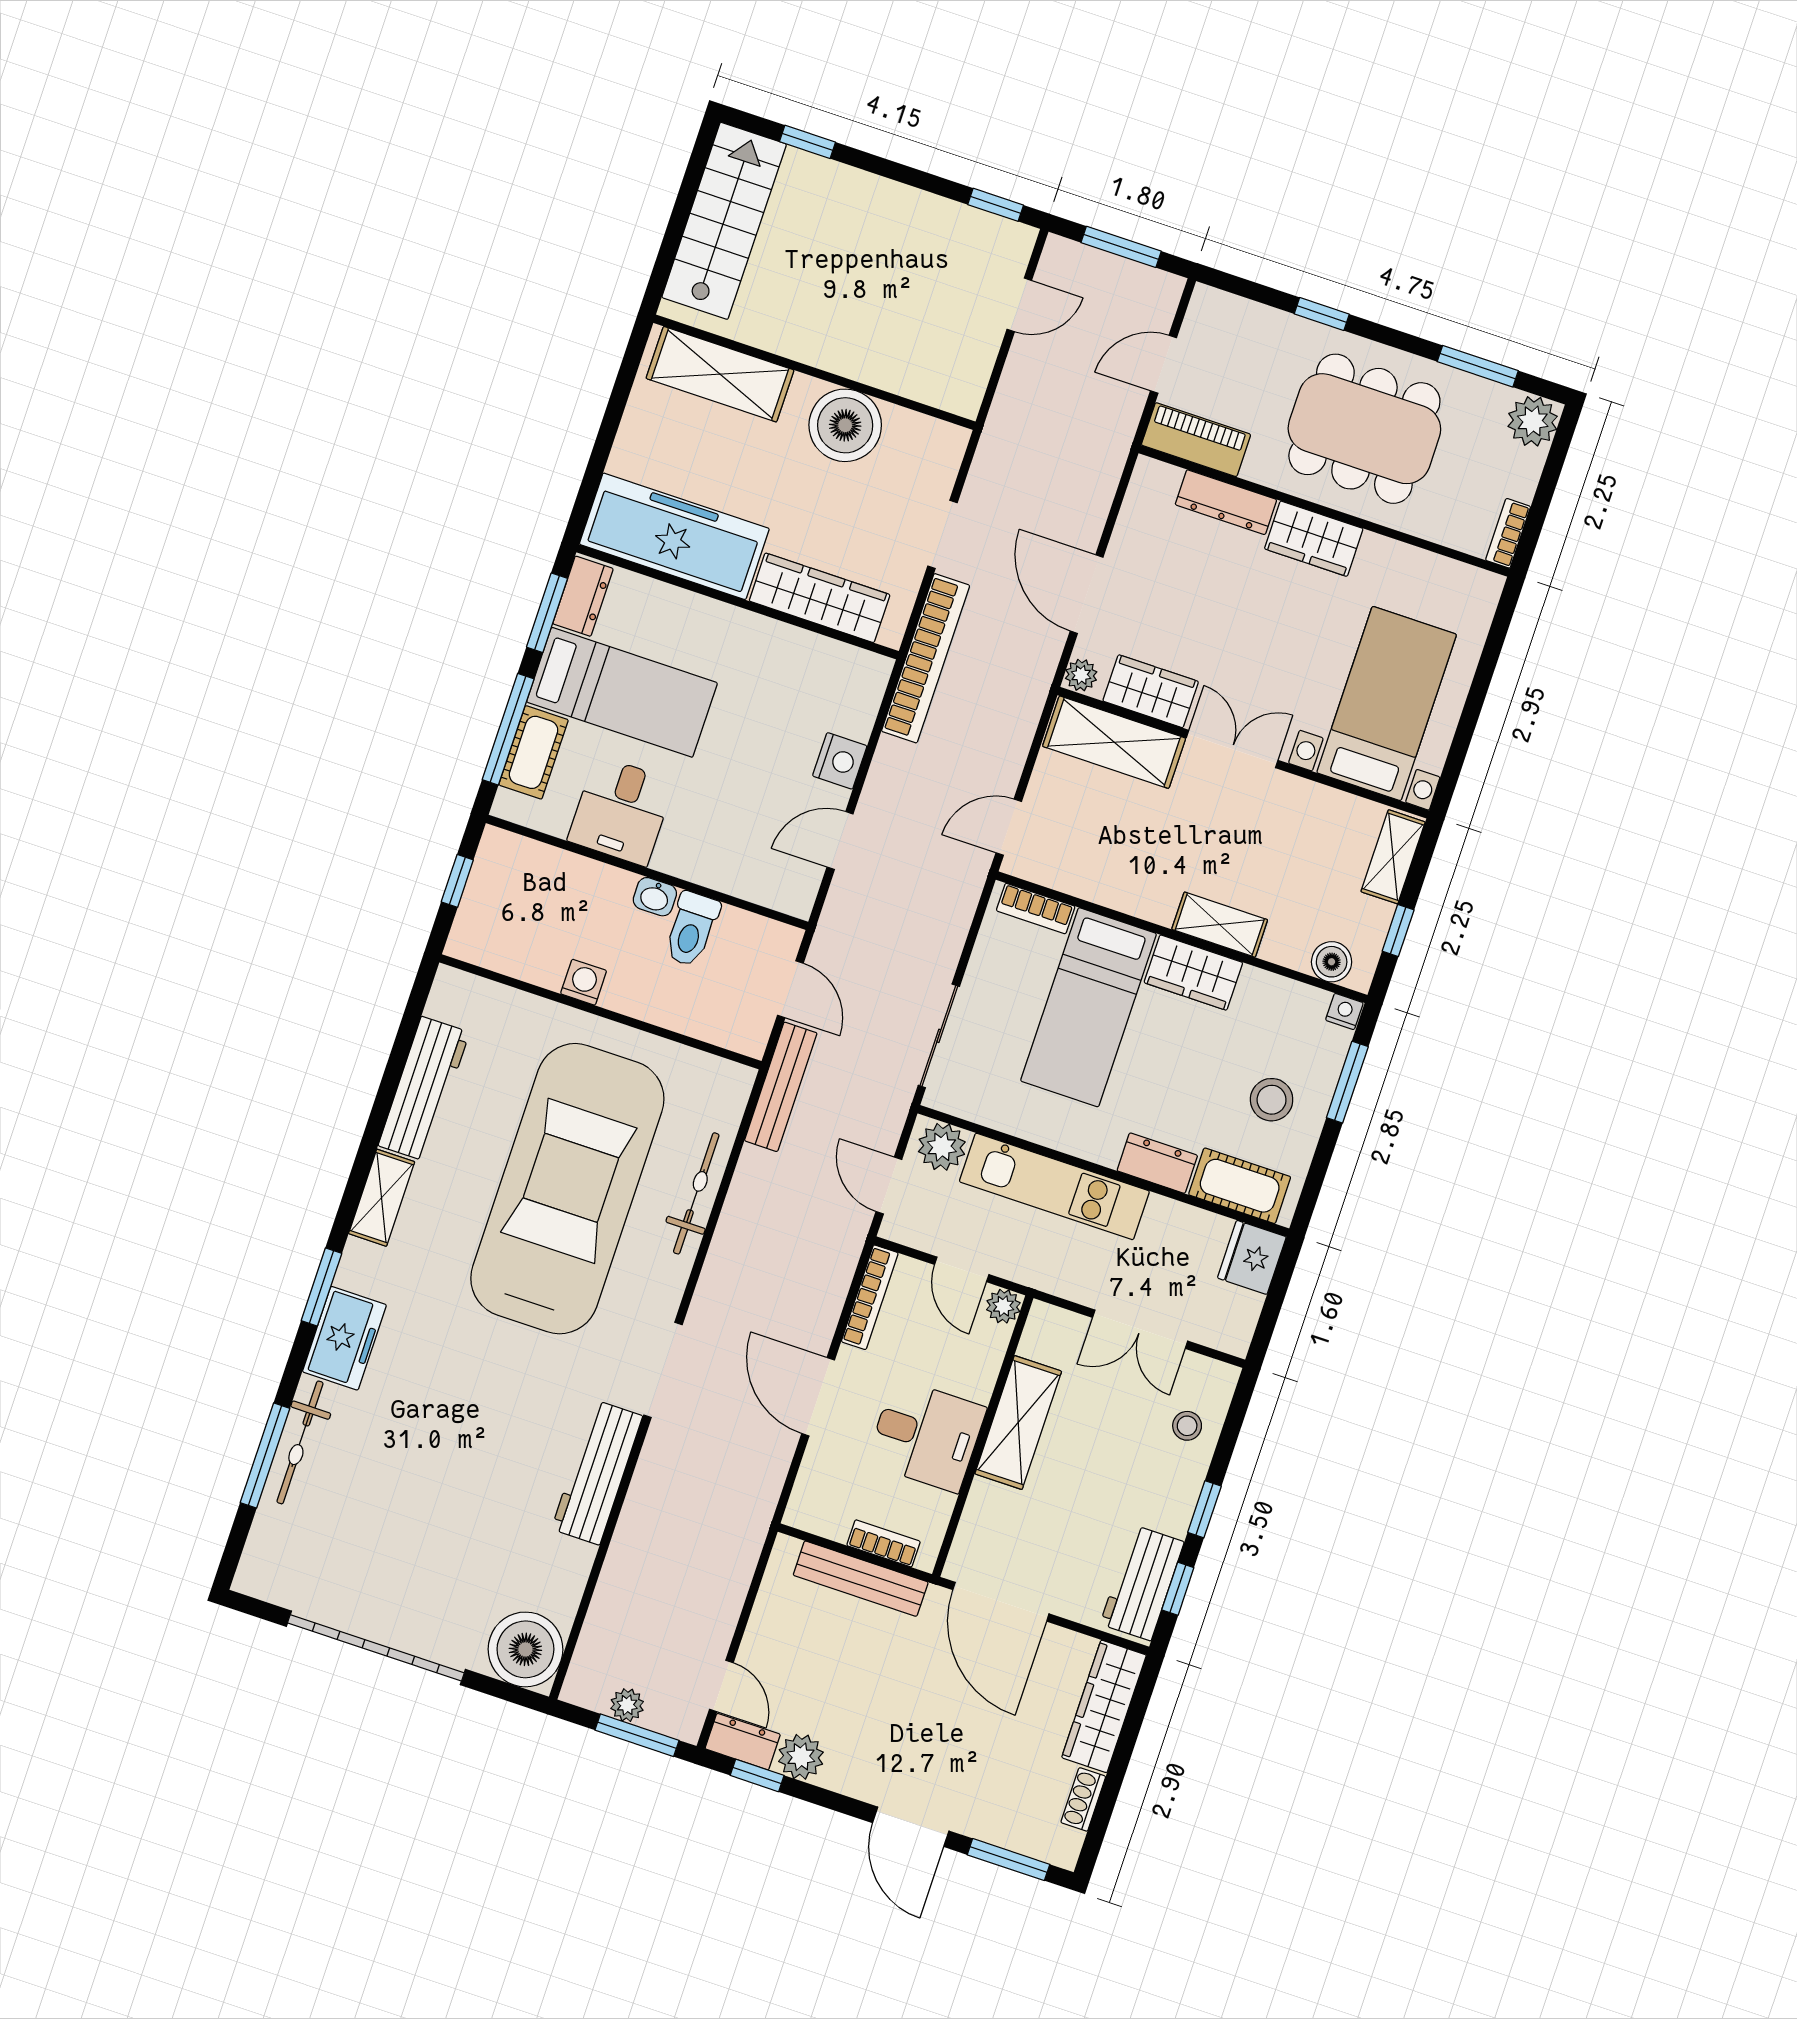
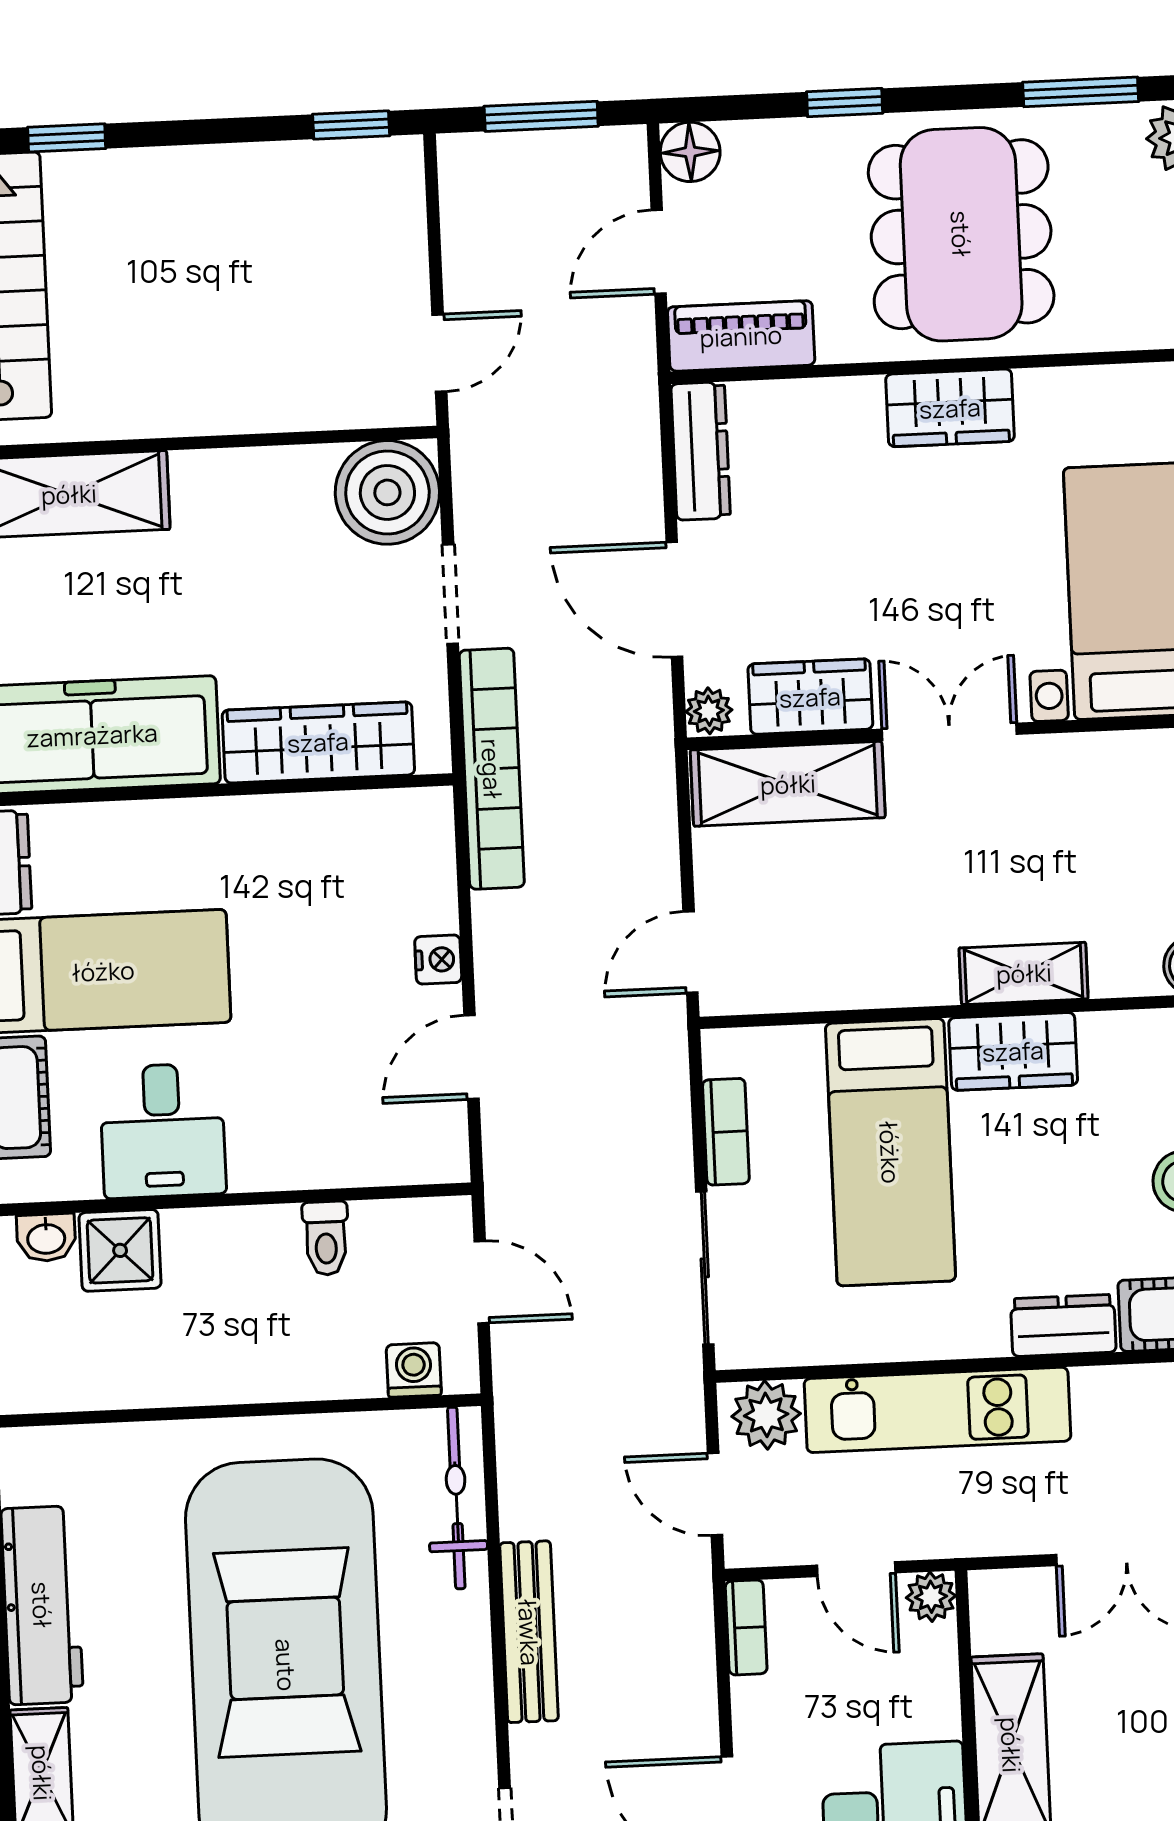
door: (1019, 305) -> (439, 353), moved
floor lamp: (1209, 307) -> (690, 152), added
boiler: (845, 425) -> (387, 492), moved
dining table: (1364, 429) -> (961, 234), turned 90
dresser: (1226, 502) -> (701, 451), moved, turned -90
nightstand: (840, 761) -> (438, 960), width x0.72, depth x0.74
shower: (563, 878) -> (120, 1250), added
washbasin: (655, 897) -> (46, 1238), moved
bookcase: (1036, 909) -> (726, 1132), moved, turned -90
toilet: (691, 929) -> (326, 1238), width x0.73, depth x0.72
washing machine: (584, 982) -> (414, 1370), moved
bench: (781, 1087) -> (529, 1632), moved
bicycle: (696, 1193) -> (456, 1498), moved
bookcase: (870, 1297) -> (746, 1627), width x0.64

